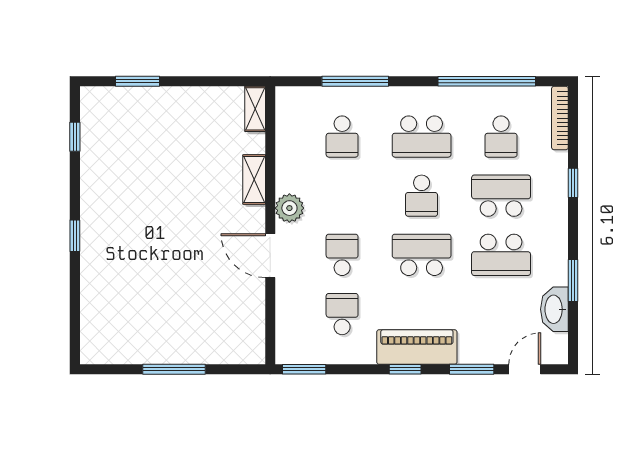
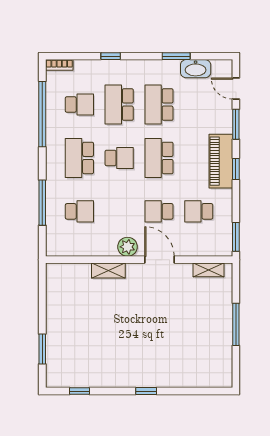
shelving: (255, 109) -> (208, 270), moved
bookcase: (560, 118) -> (59, 65), width x0.64
school desk: (422, 137) -> (79, 158), turned 180
school desk: (501, 255) -> (159, 105), turned 180
door: (270, 256) -> (159, 260), swing flipped

